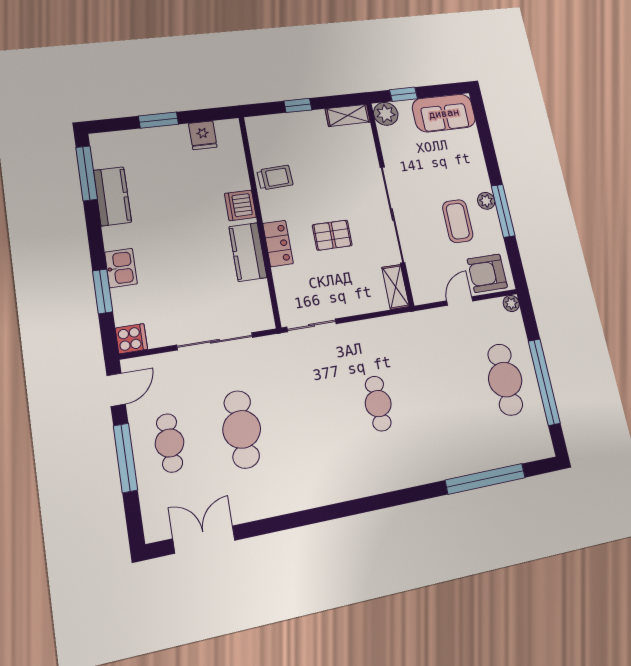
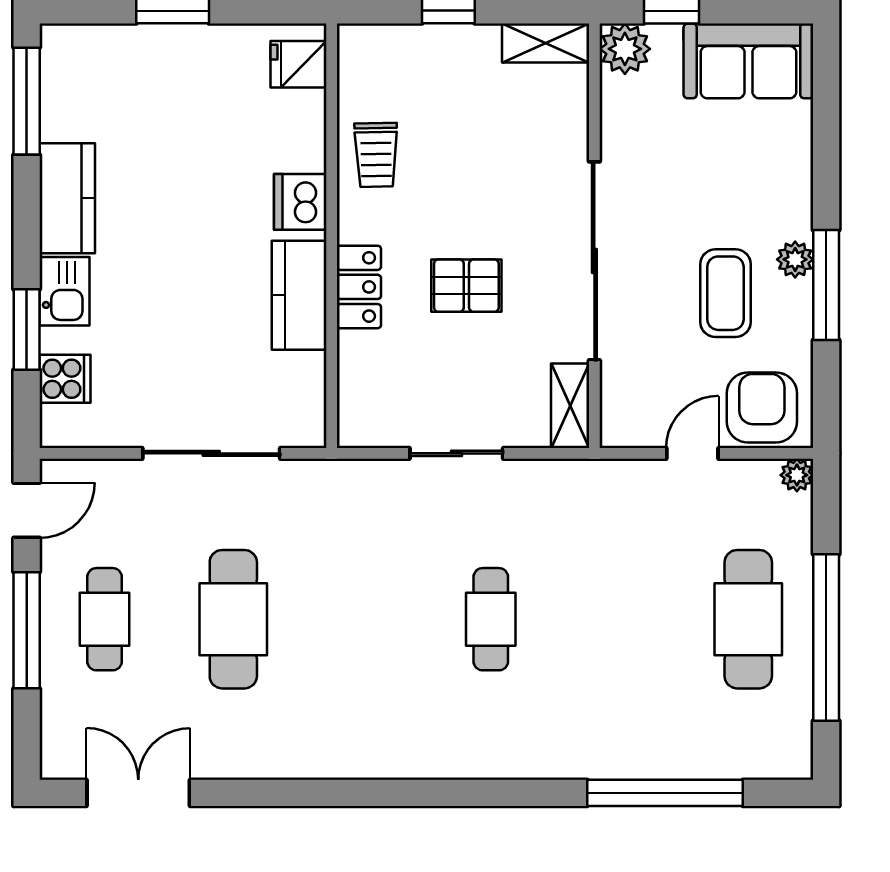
fridge: (203, 135) -> (299, 64), moved, turned 90
trolley: (275, 178) -> (376, 155), turned 92
kitchen counter: (112, 196) -> (67, 198), moved
armchair: (487, 273) -> (762, 407), turned 90
sliding door: (312, 325) -> (456, 453), moved
cooker: (131, 339) -> (65, 379), moved

